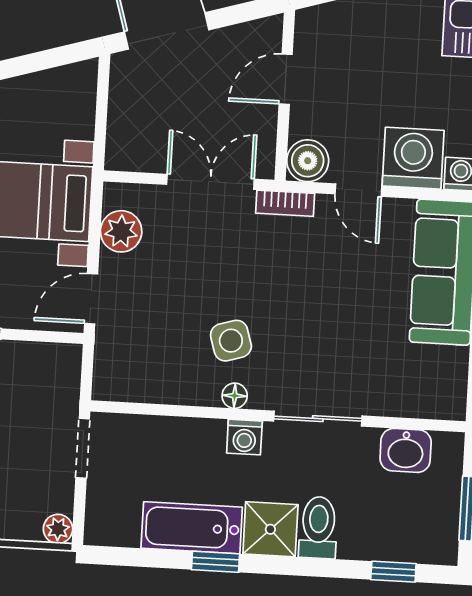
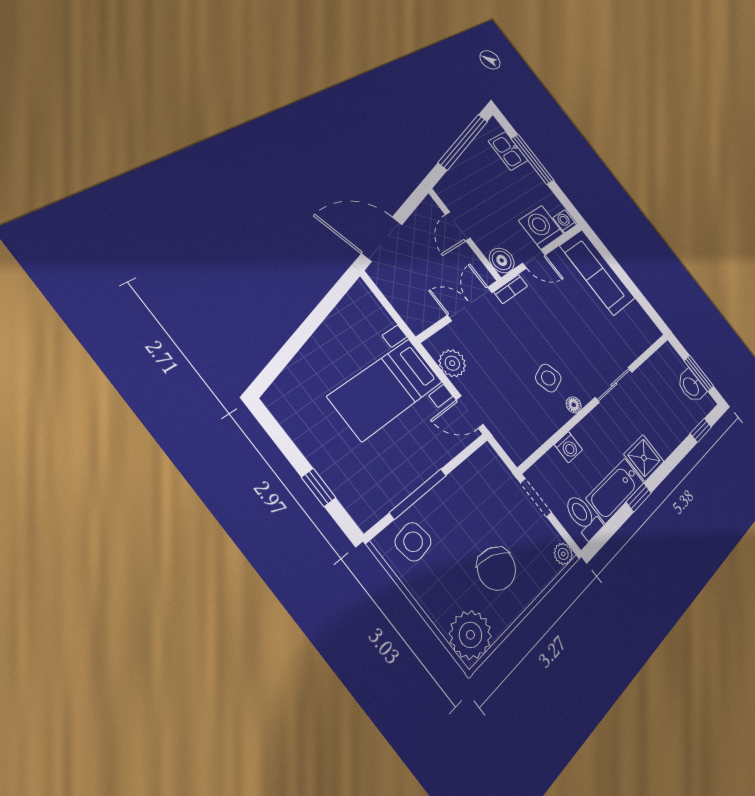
door: (91, 299) -> (470, 412), hinge flipped
washing machine: (244, 437) -> (568, 447), moved
washbasin: (406, 450) -> (691, 386), moved, turned 90
toilet: (318, 527) -> (583, 517), moved

